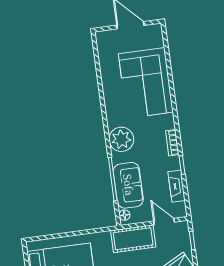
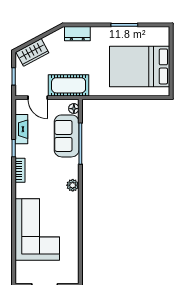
plant: (121, 139) -> (73, 185), width x0.53, depth x0.53

